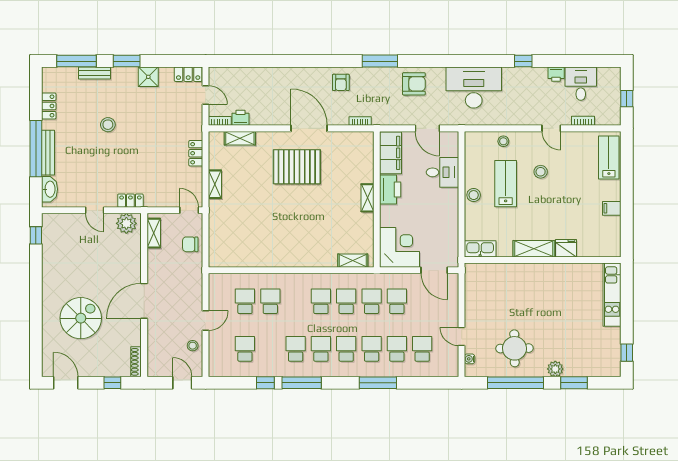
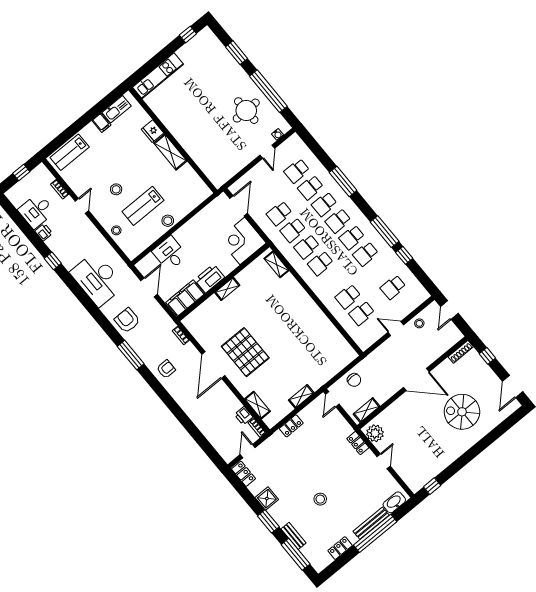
kitchen sink: (480, 249) -> (117, 109), moved, turned -90
plant: (555, 369) -> (238, 73), removed

